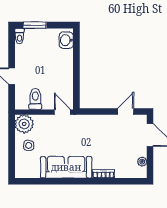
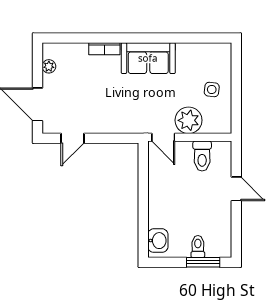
toilet: (20, 36) -> (198, 247), moved
plant: (24, 124) -> (189, 120), moved
sofa: (66, 167) -> (148, 58), width x0.73

